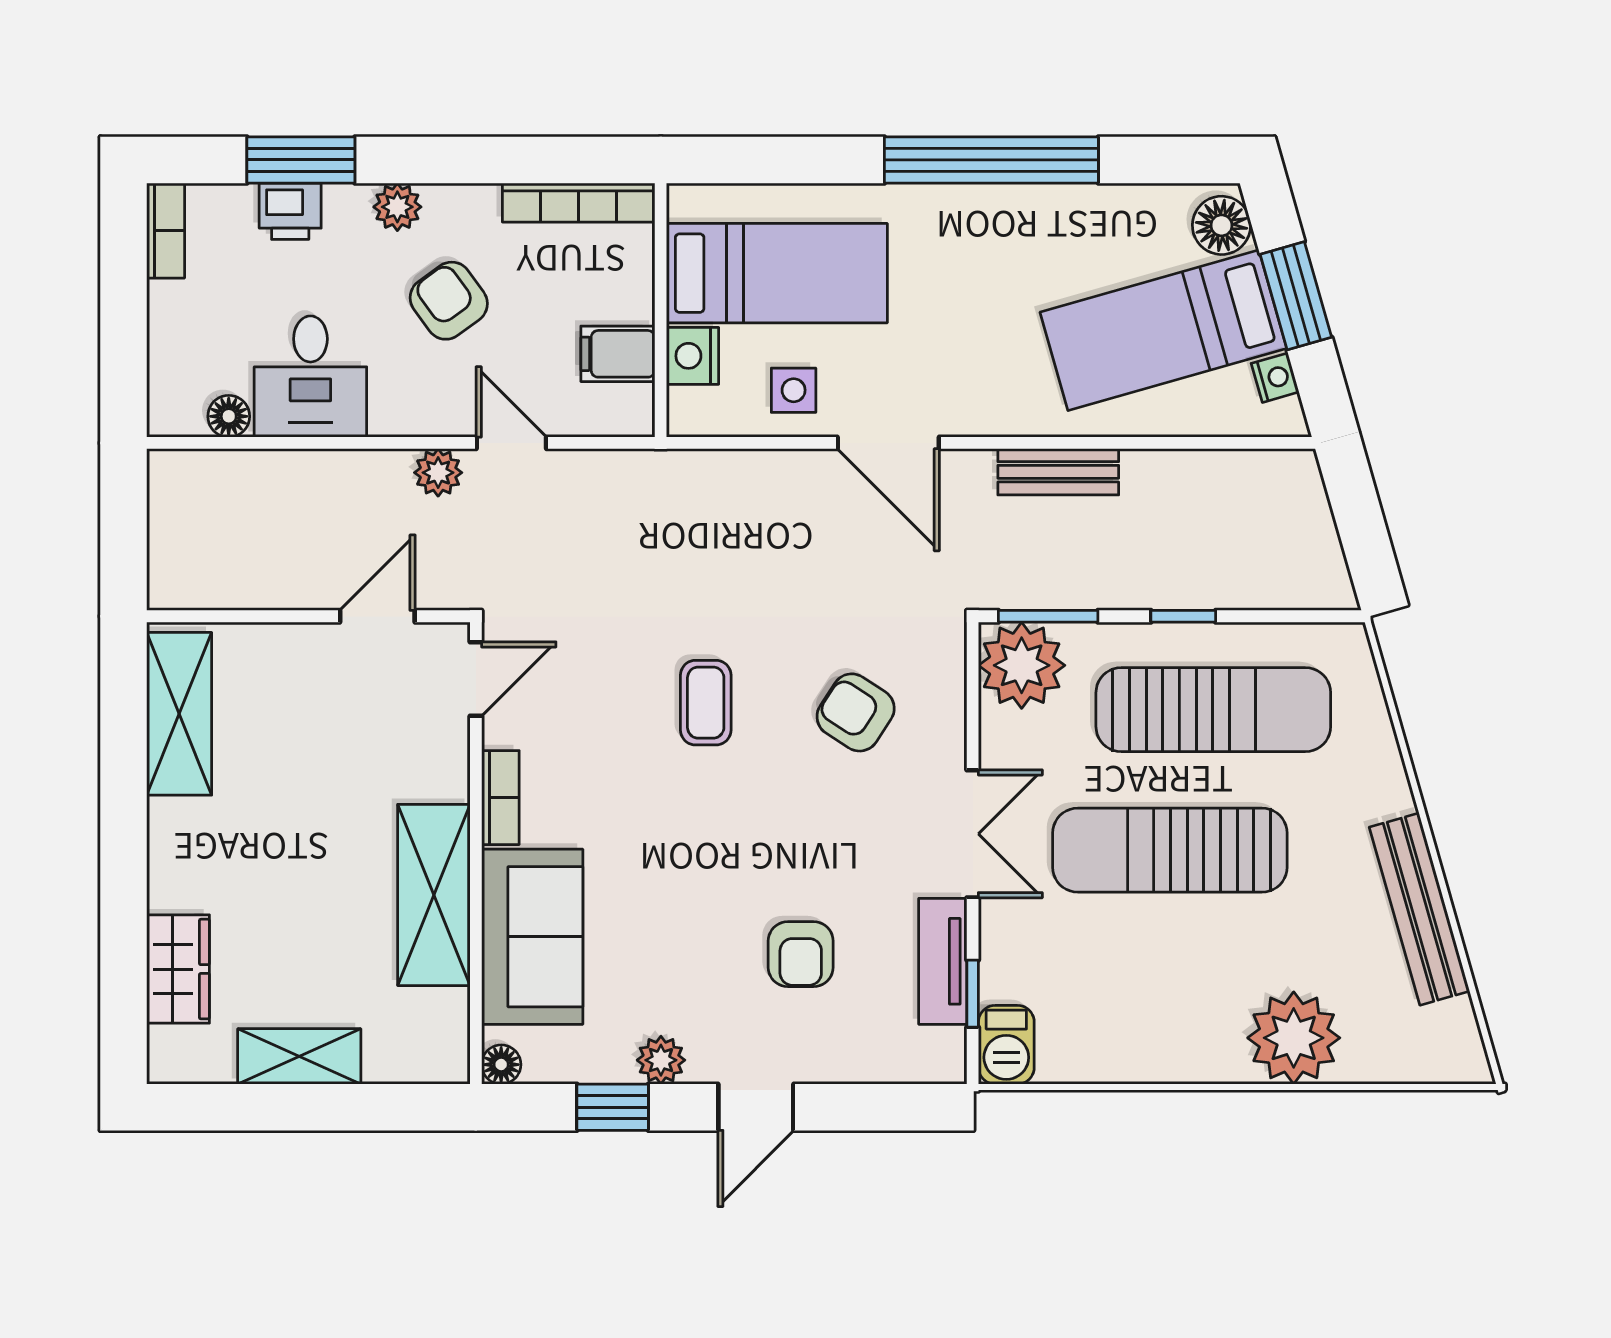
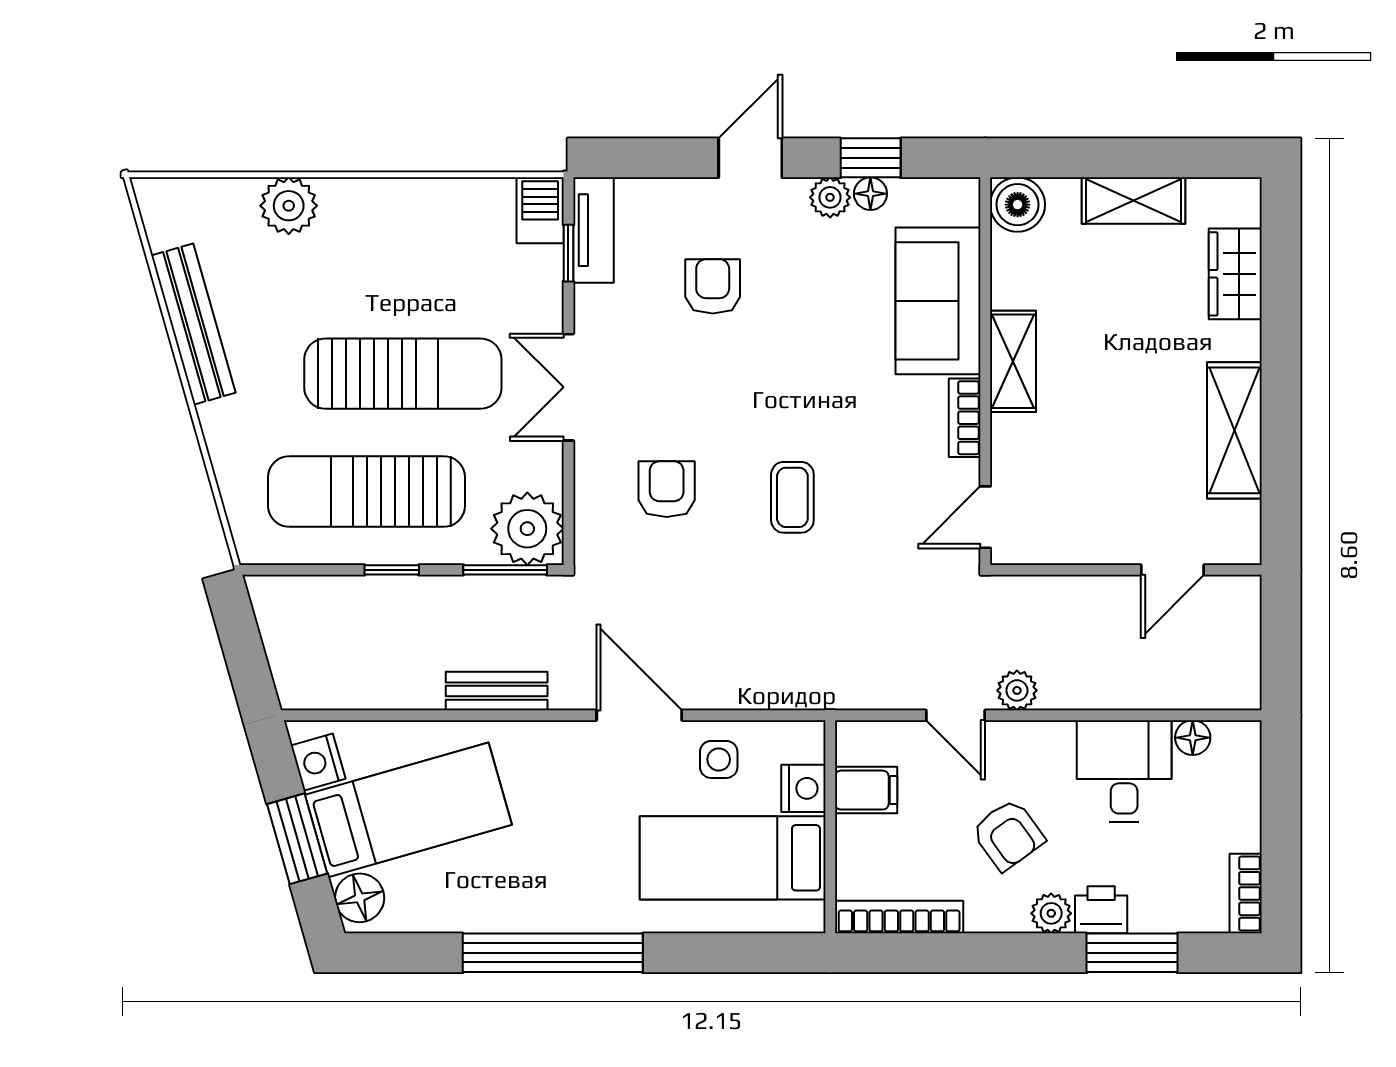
printer: (290, 211) -> (1101, 910), moved
nightstand: (1275, 378) -> (318, 762), width x1.39, depth x1.35
door: (377, 616) -> (1173, 570), moved
armchair: (856, 712) -> (667, 489), turned -123
shelving: (179, 714) -> (1234, 430), moved
shelving: (434, 895) -> (1013, 361), width x0.67, depth x0.75
tv unit: (943, 961) -> (594, 230), moved
plant: (1294, 1038) -> (289, 206), width x0.73, depth x0.73
boiler: (437, 1052) -> (1018, 205), added
floor lamp: (501, 1065) -> (870, 194), moved

